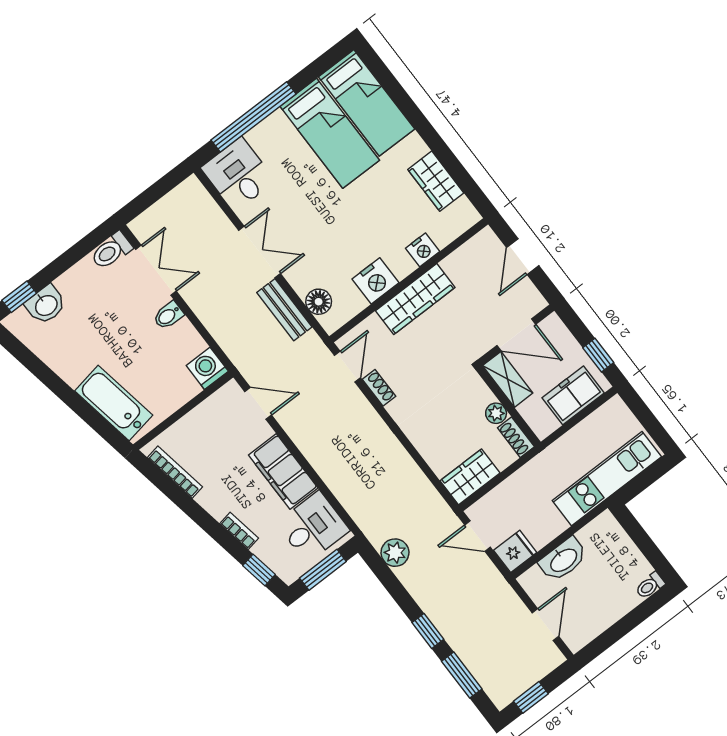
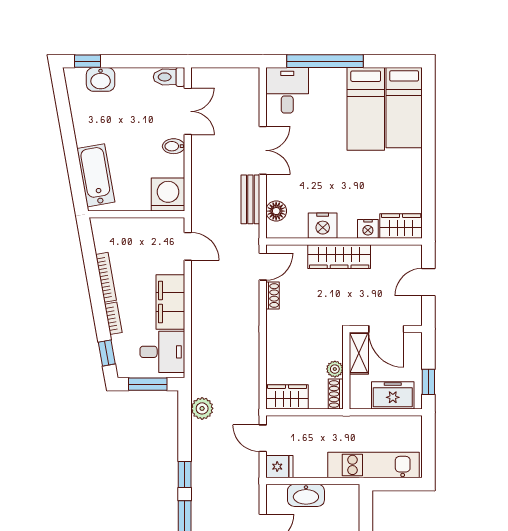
wardrobe: (436, 181) -> (401, 226), moved, turned 90
washing machine: (207, 368) -> (168, 194), width x1.37, depth x1.37
bookcase: (175, 472) -> (106, 277), moved

